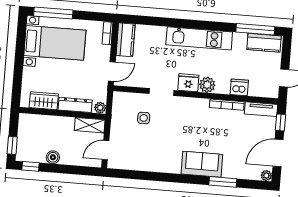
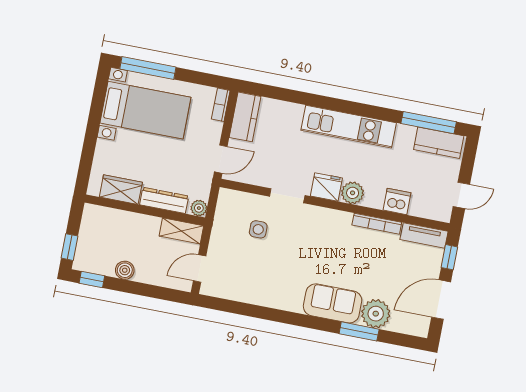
plant: (266, 176) -> (376, 314), moved, width x1.88, depth x1.88

